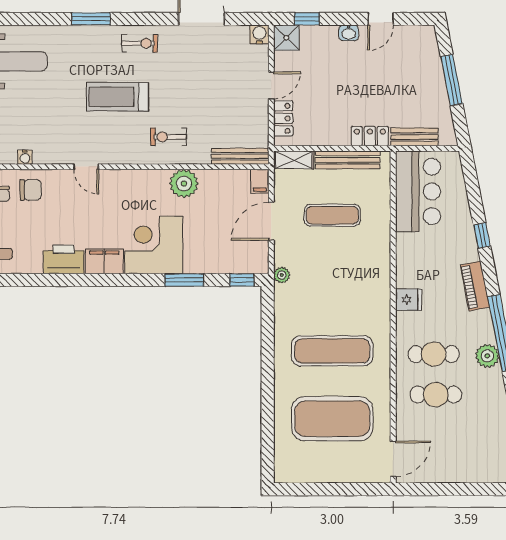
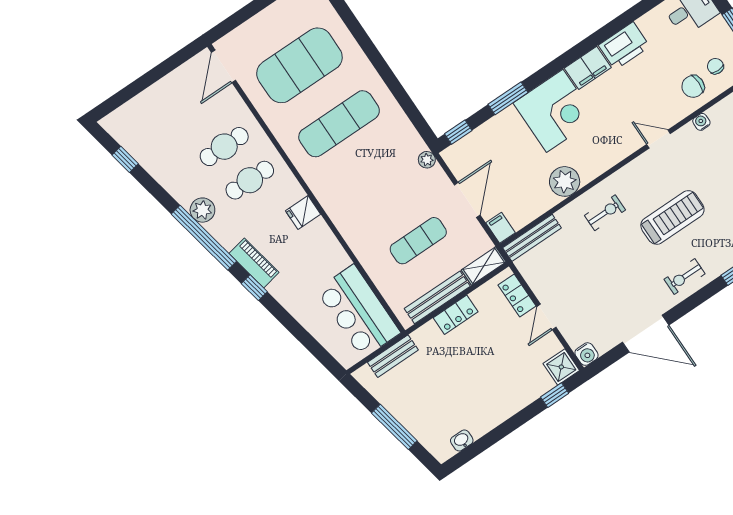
door: (381, 19) -> (491, 438), removed
washbasin: (349, 33) -> (462, 440), moved
locker: (370, 136) -> (456, 315), moved
water cooler: (25, 157) -> (701, 122), moved
window: (482, 236) -> (254, 288), moved

